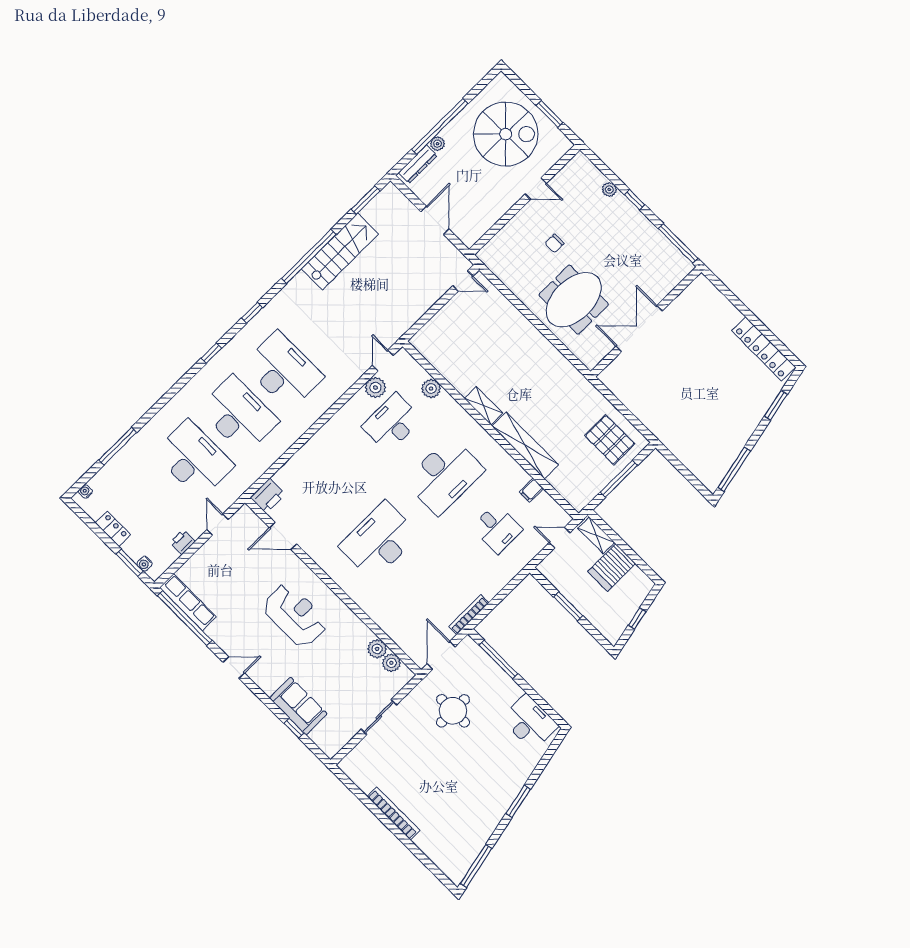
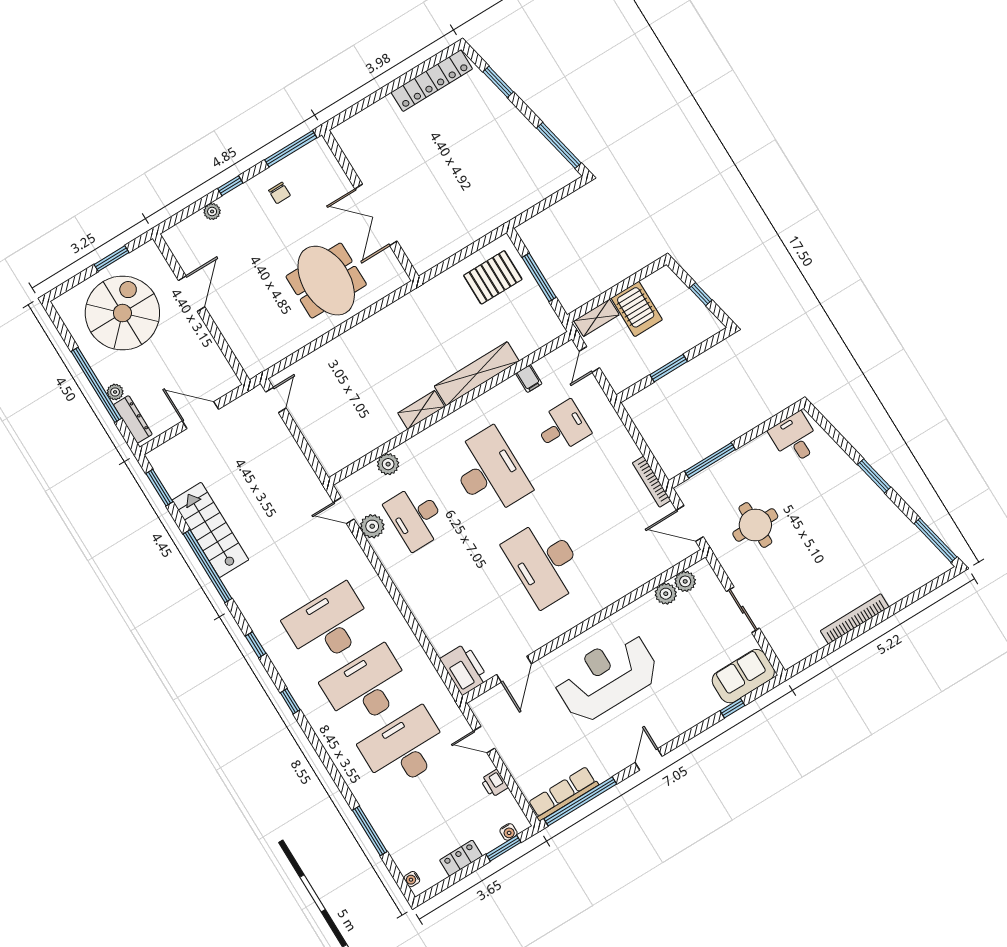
door: (536, 189) -> (192, 294), width x1.38
chair: (554, 243) -> (280, 193), moved
printer: (268, 496) -> (464, 669), width x1.37, depth x1.19
reception desk: (295, 615) -> (606, 677), width x1.36, depth x1.30
sofa: (298, 706) -> (743, 676), moved
desk: (530, 722) -> (795, 438), width x0.73

